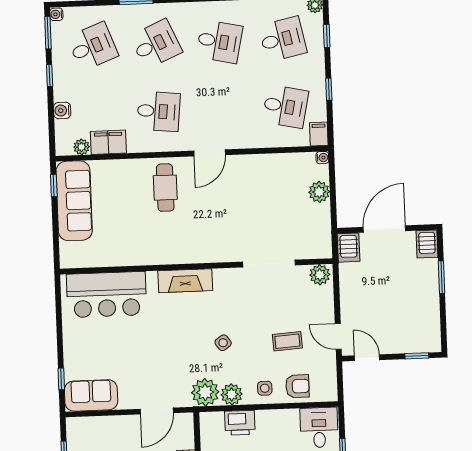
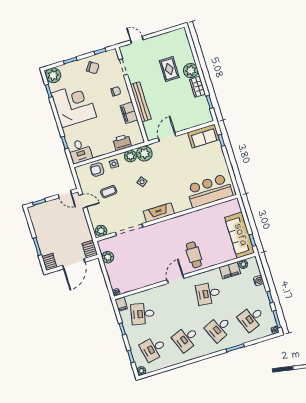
desk: (219, 42) -> (186, 338), turned -33
plant: (319, 192) -> (108, 257), moved
fireplace: (185, 281) -> (159, 213), moved

